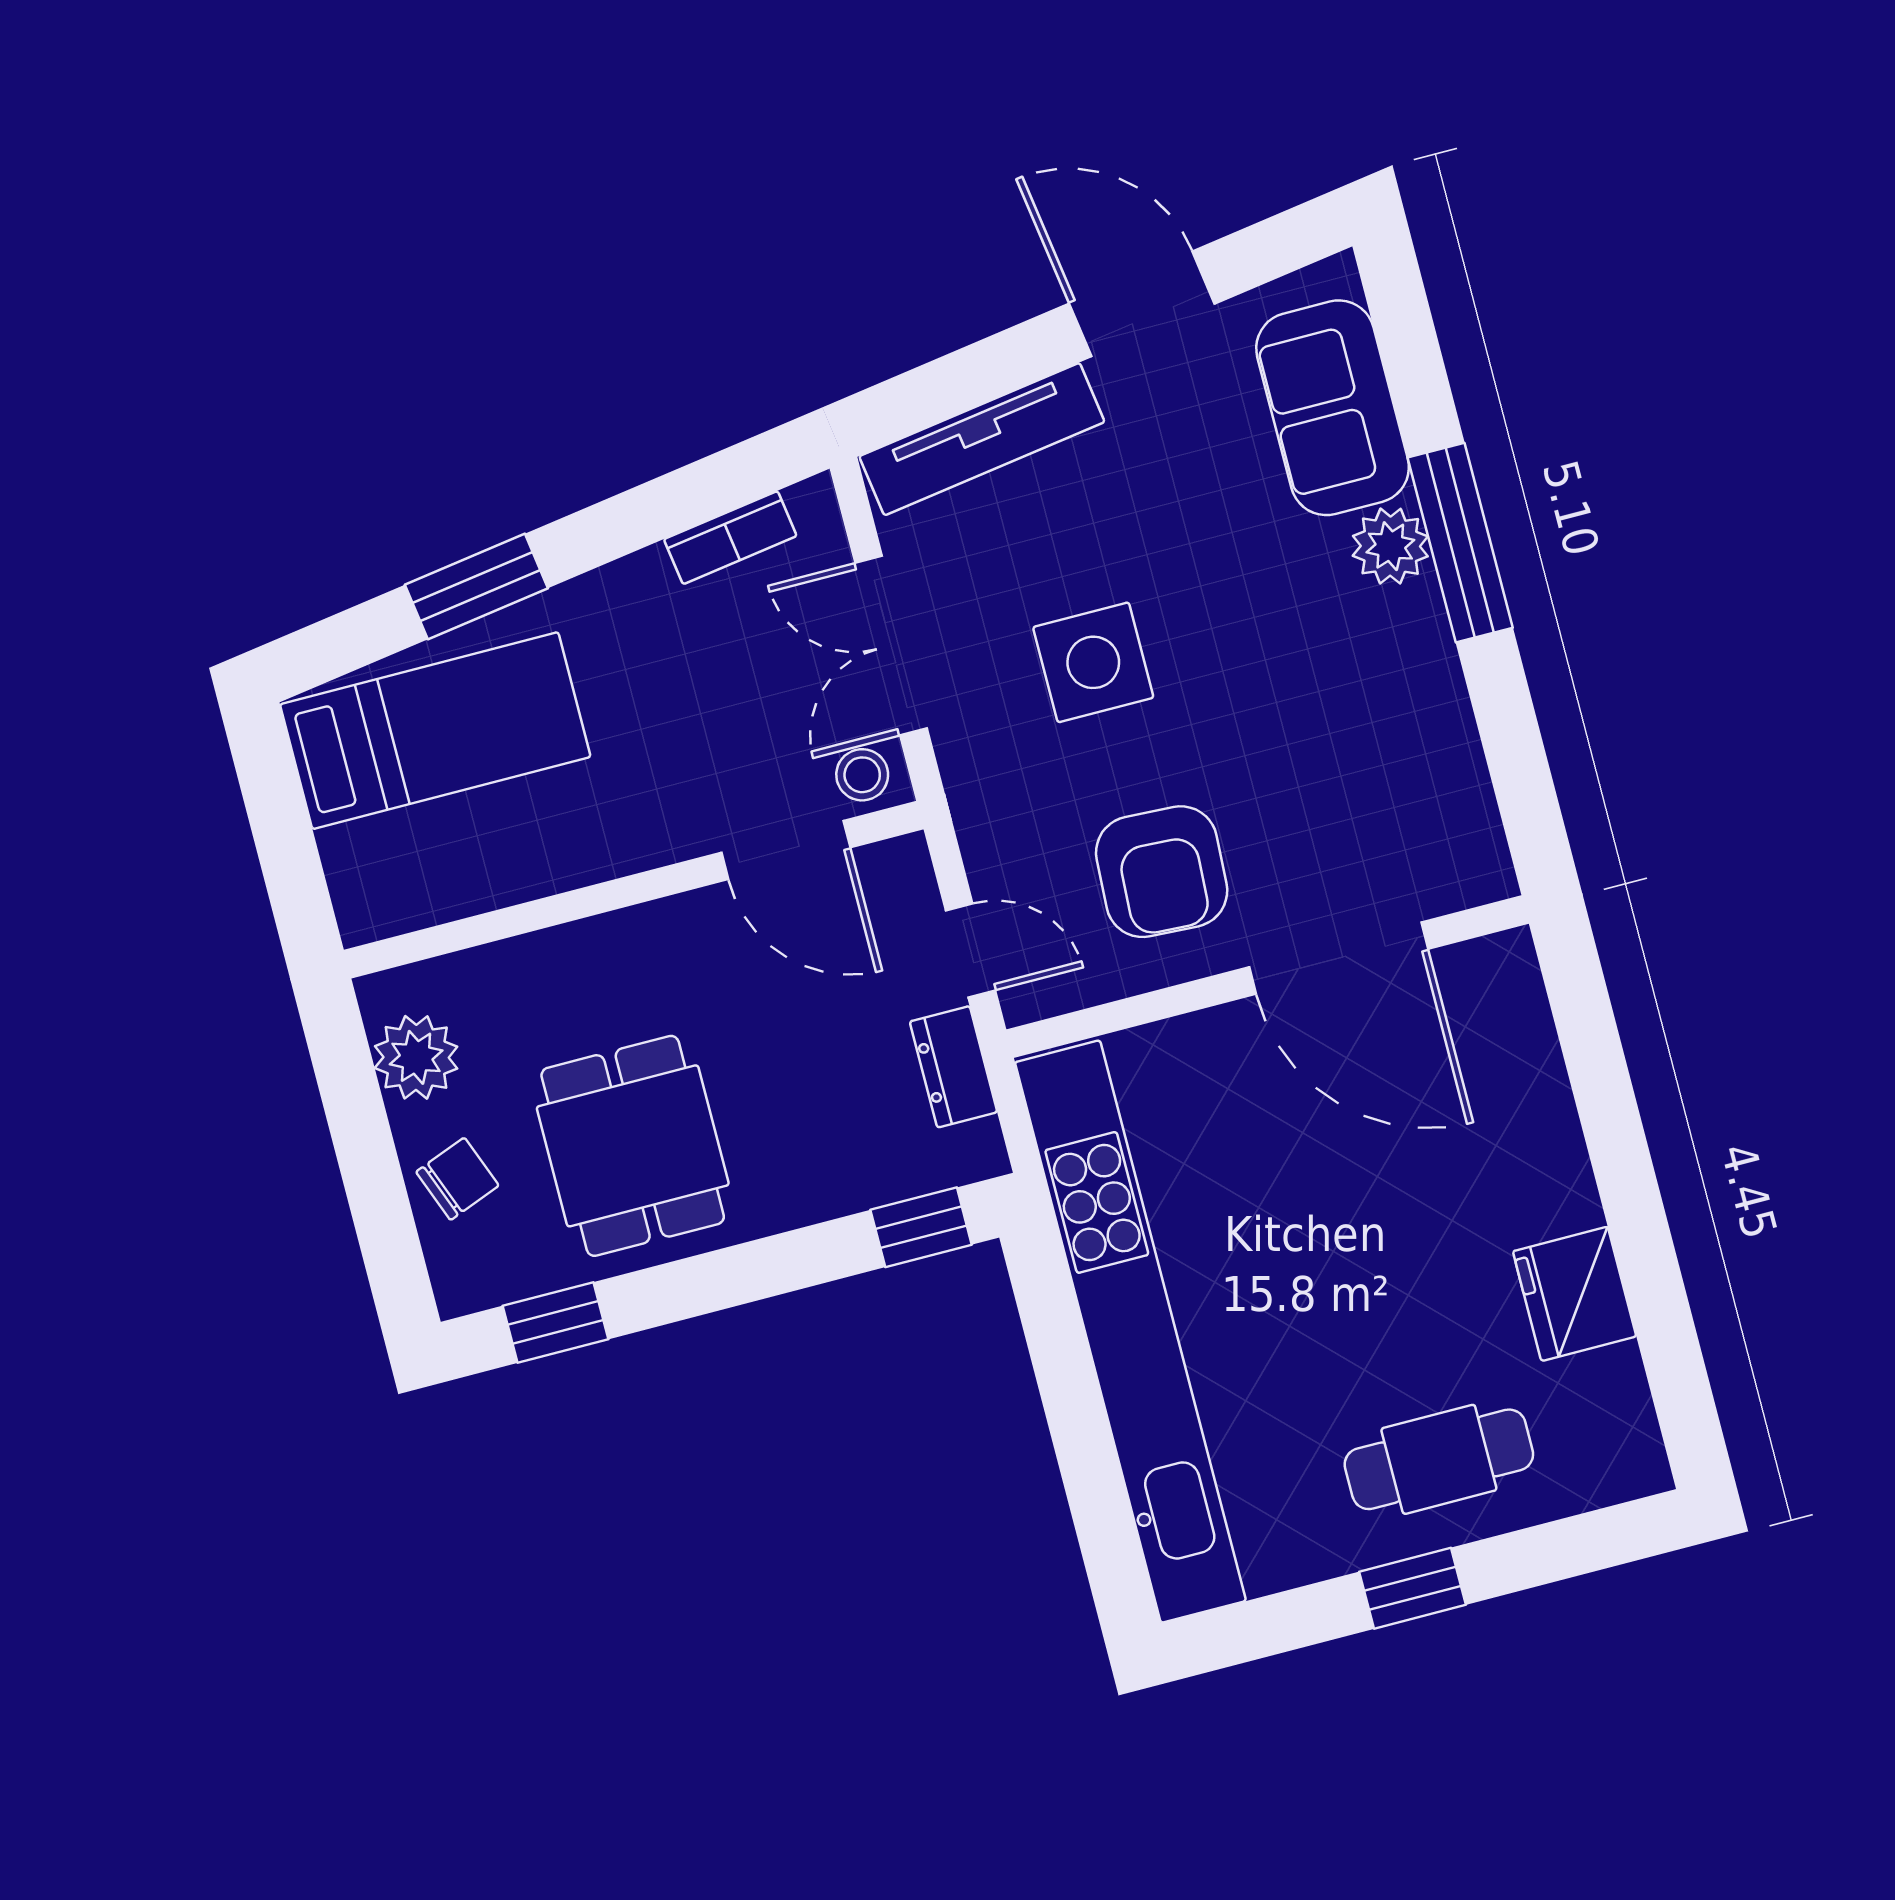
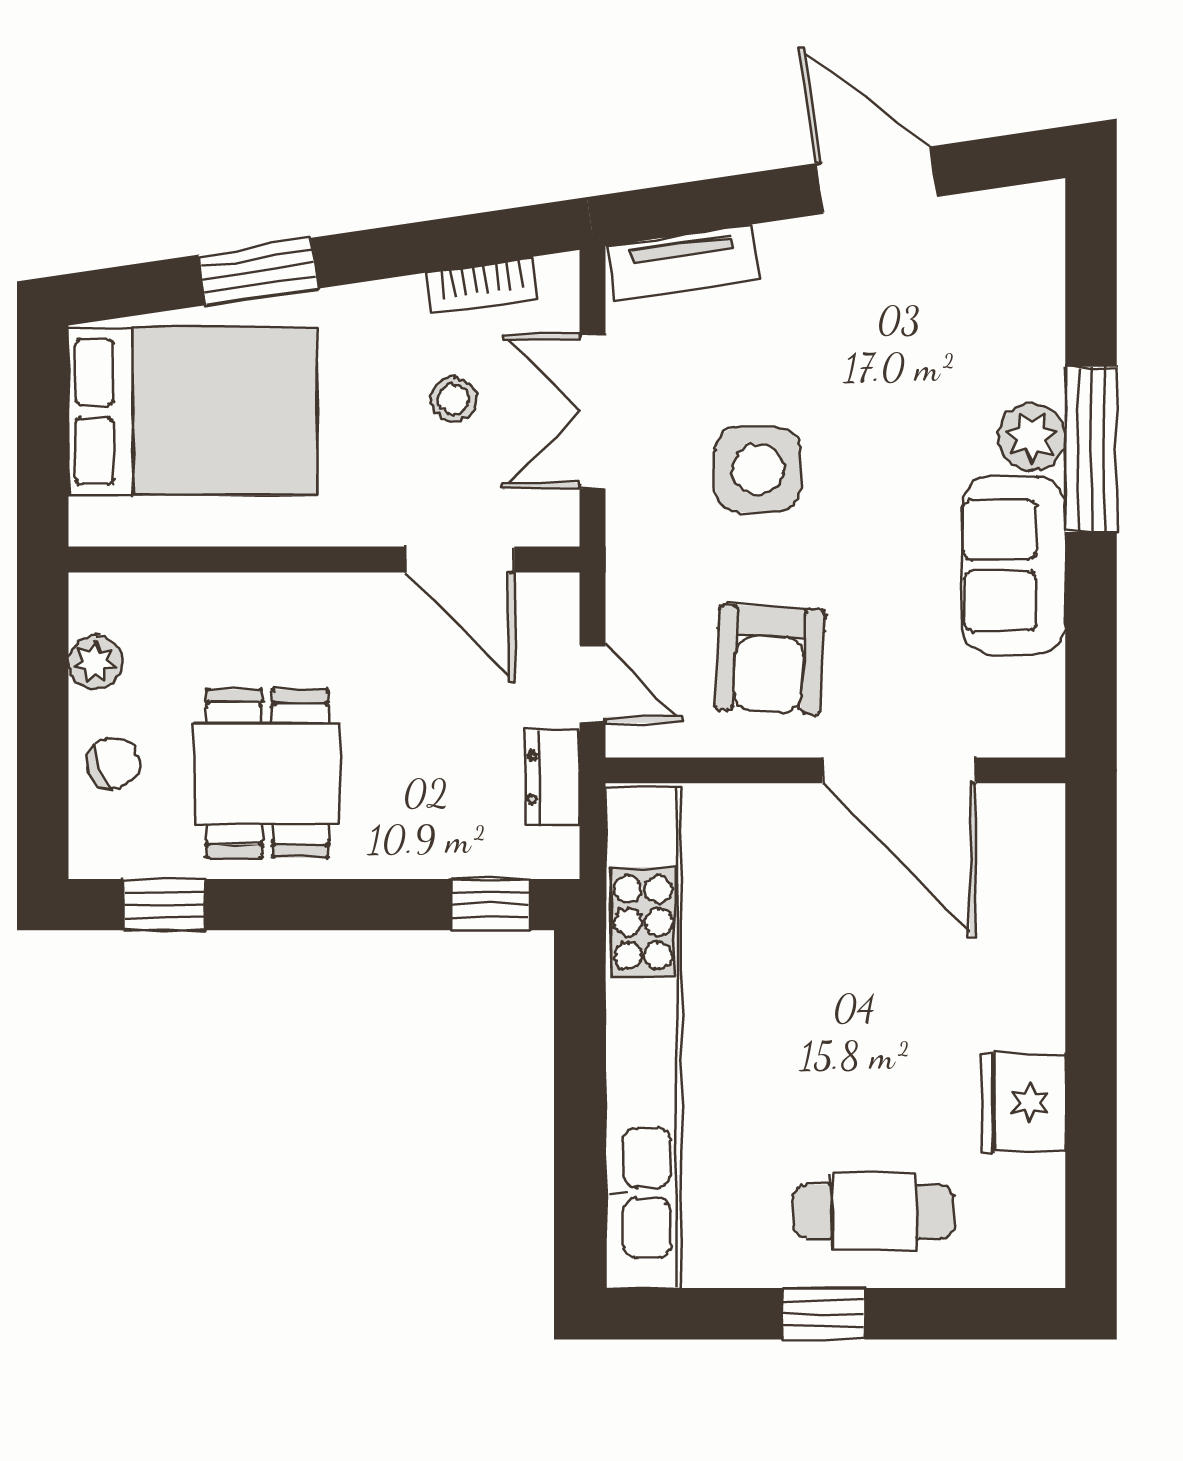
sofa: (1333, 408) -> (1014, 565), moved
tv unit: (982, 439) -> (684, 263), width x0.71
bed: (435, 731) -> (193, 411), width x1.50
stool: (862, 775) -> (454, 399), moved
plant: (416, 1057) -> (95, 663), width x0.73, depth x0.73

